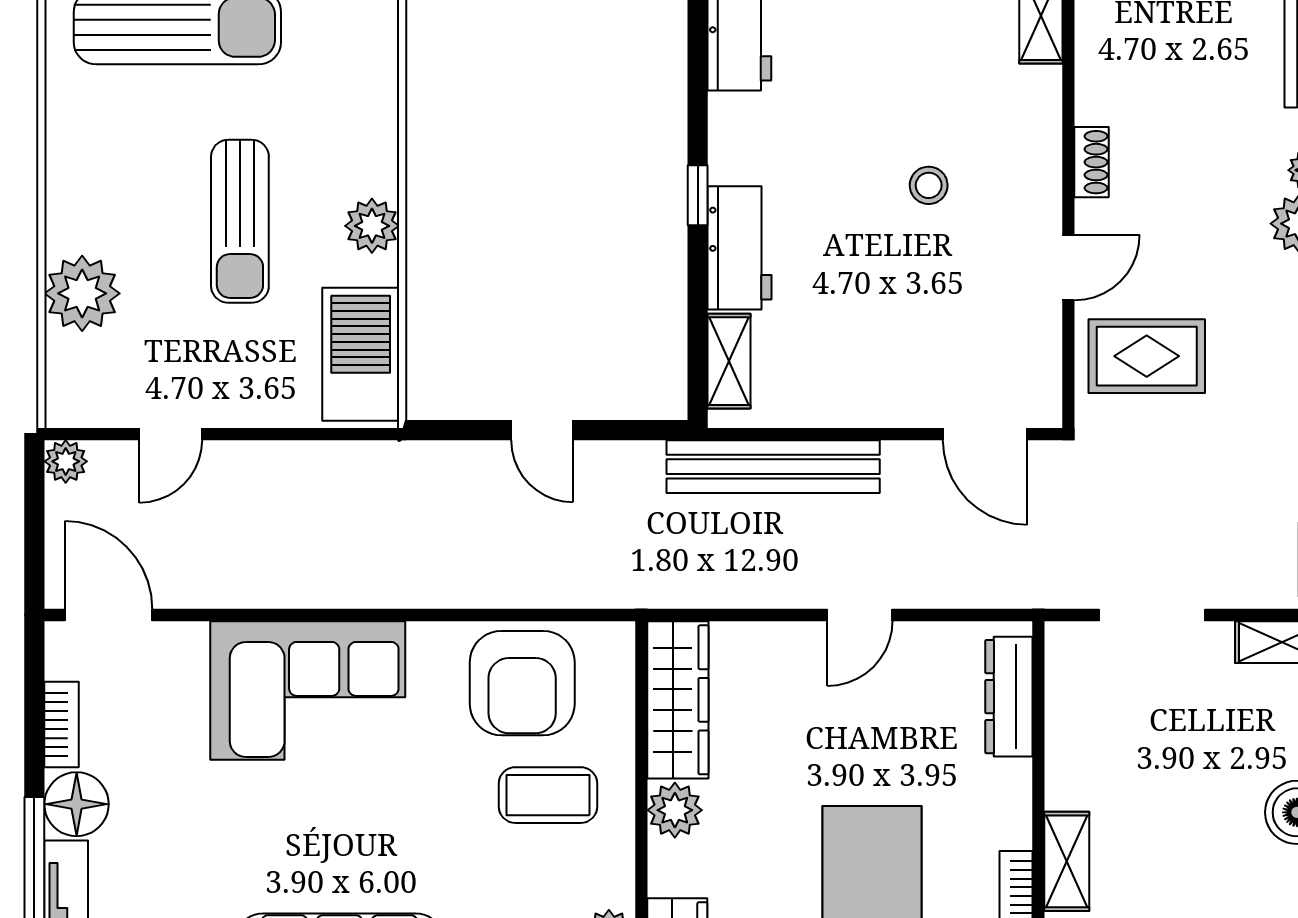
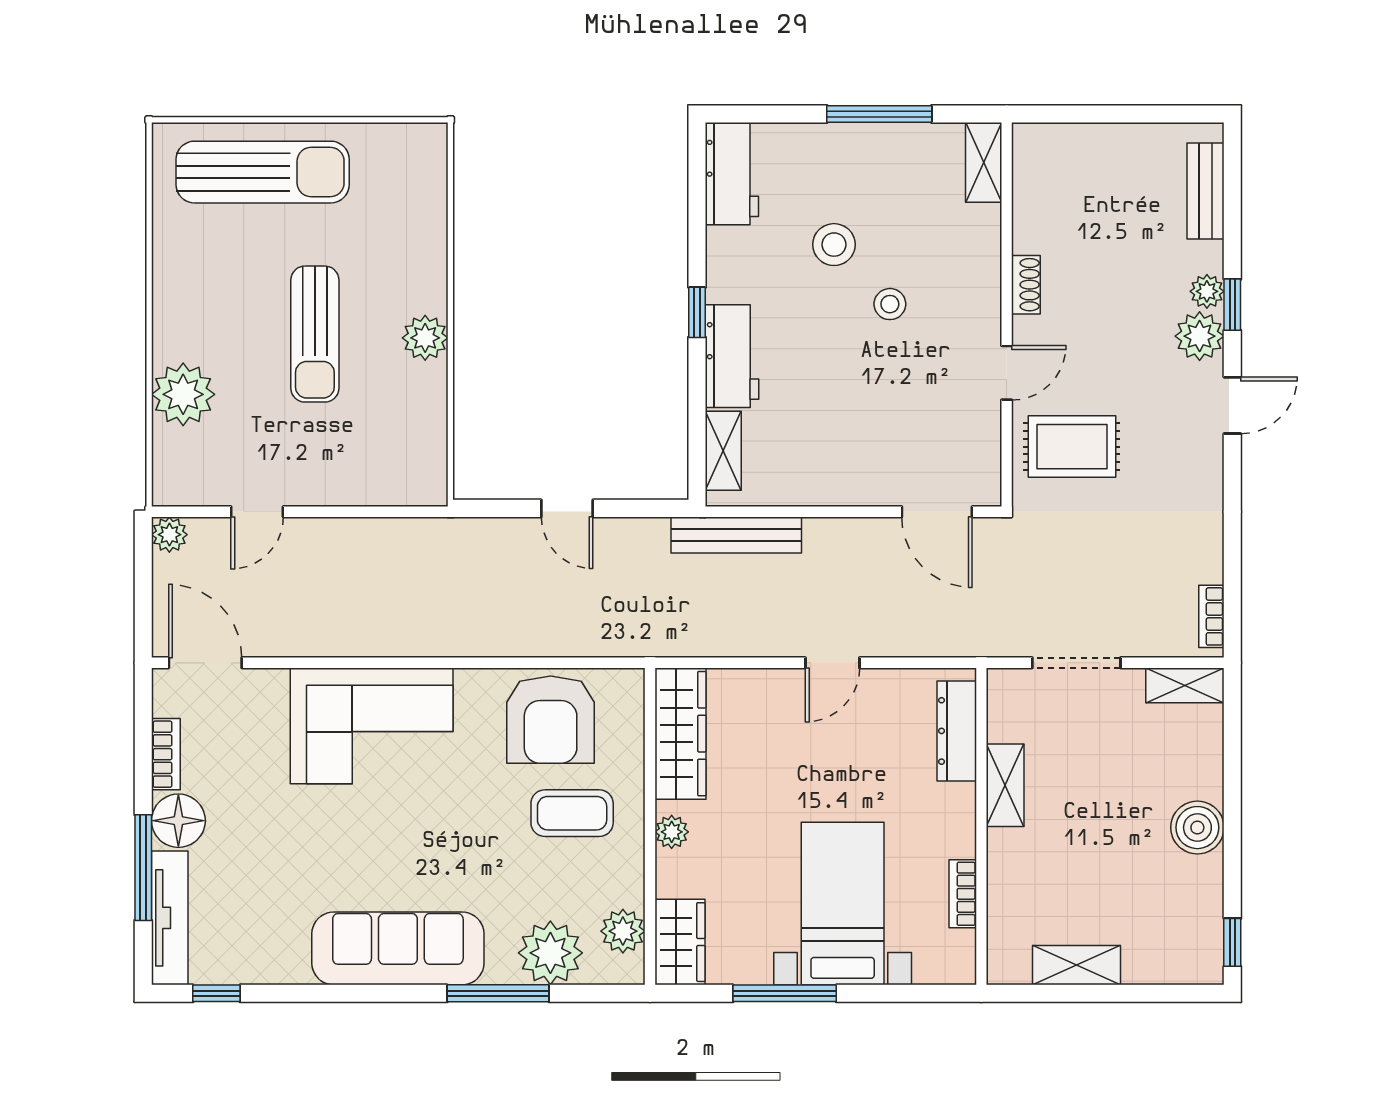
stool: (862, 114) -> (834, 245), added
barbecue: (361, 354) -> (416, 445), removed
bench: (773, 467) -> (736, 535), width x0.73, depth x0.82
plant: (675, 810) -> (672, 832), width x0.73, depth x0.73
shelving: (1067, 861) -> (1005, 785), moved

